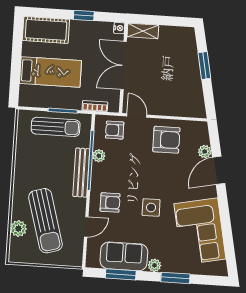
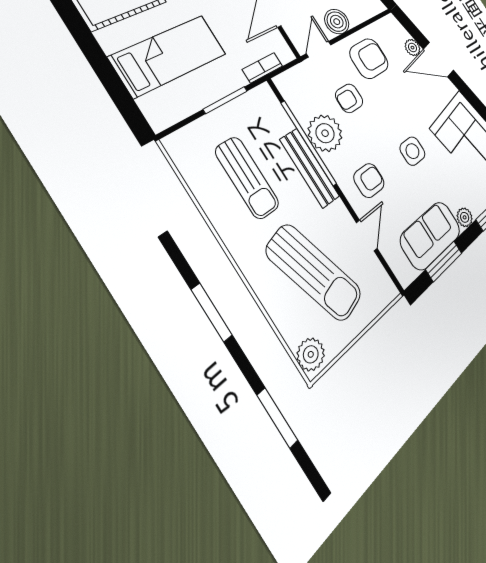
boiler: (162, 106) -> (337, 22), added
door: (137, 115) -> (319, 49), hinge flipped
sun lounger: (56, 127) -> (247, 178), moved, turned 90
armchair: (115, 130) -> (349, 98), moved
plant: (99, 156) -> (325, 133), width x1.87, depth x1.87
door: (219, 170) -> (438, 60), hinge flipped
plant: (18, 229) -> (311, 354), moved

